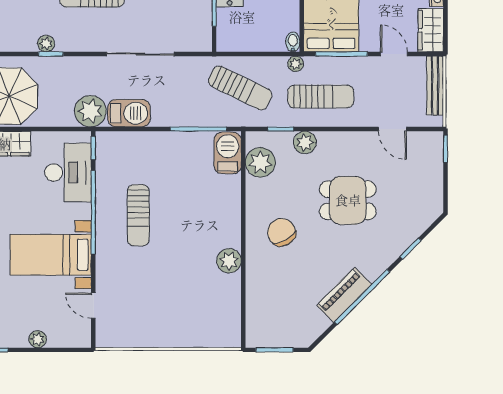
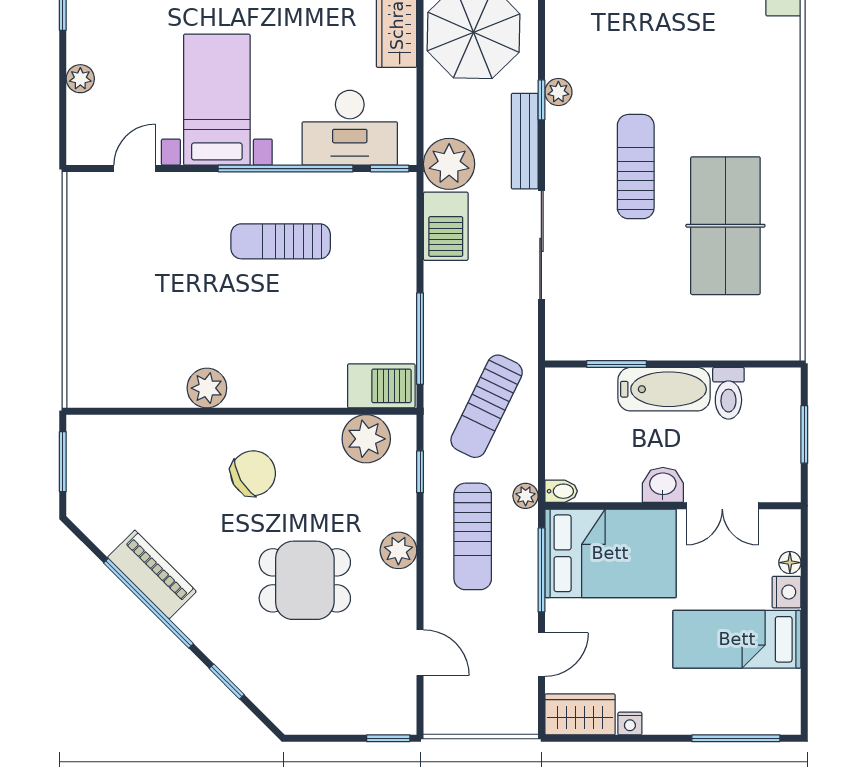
bench: (435, 86) -> (525, 141), moved, turned 90
door: (393, 129) -> (420, 653), swing flipped
plant: (305, 142) -> (398, 550), moved
dining table: (348, 200) -> (305, 580), turned 90

